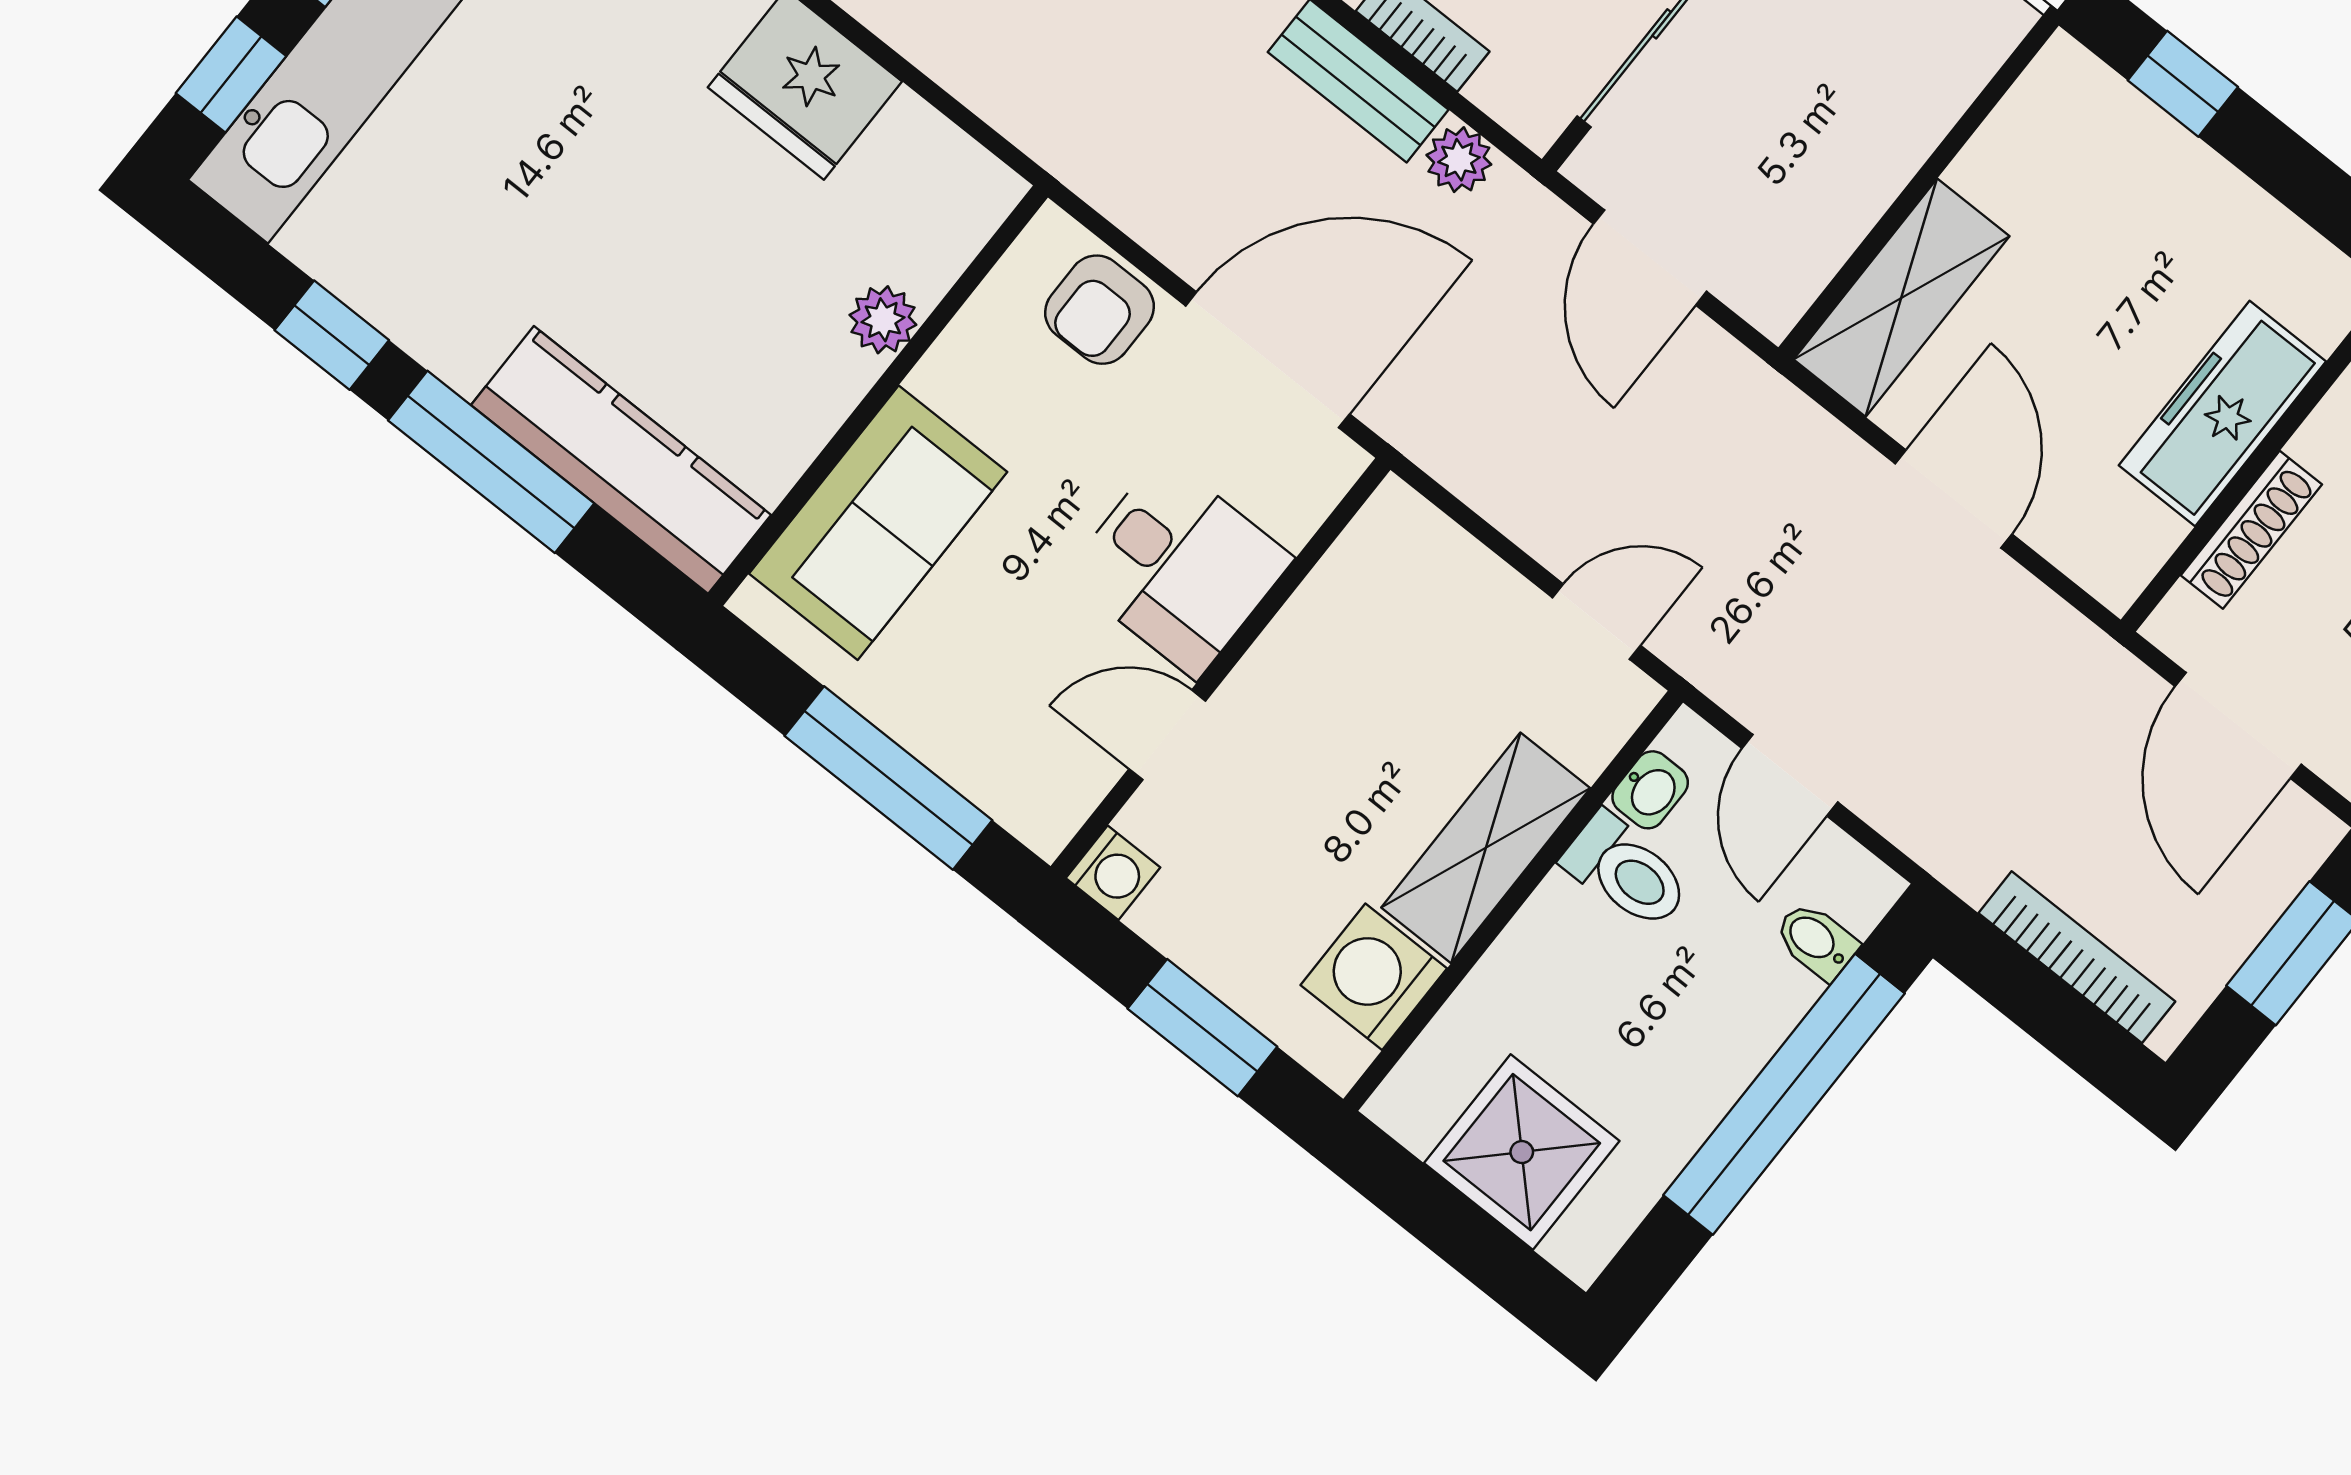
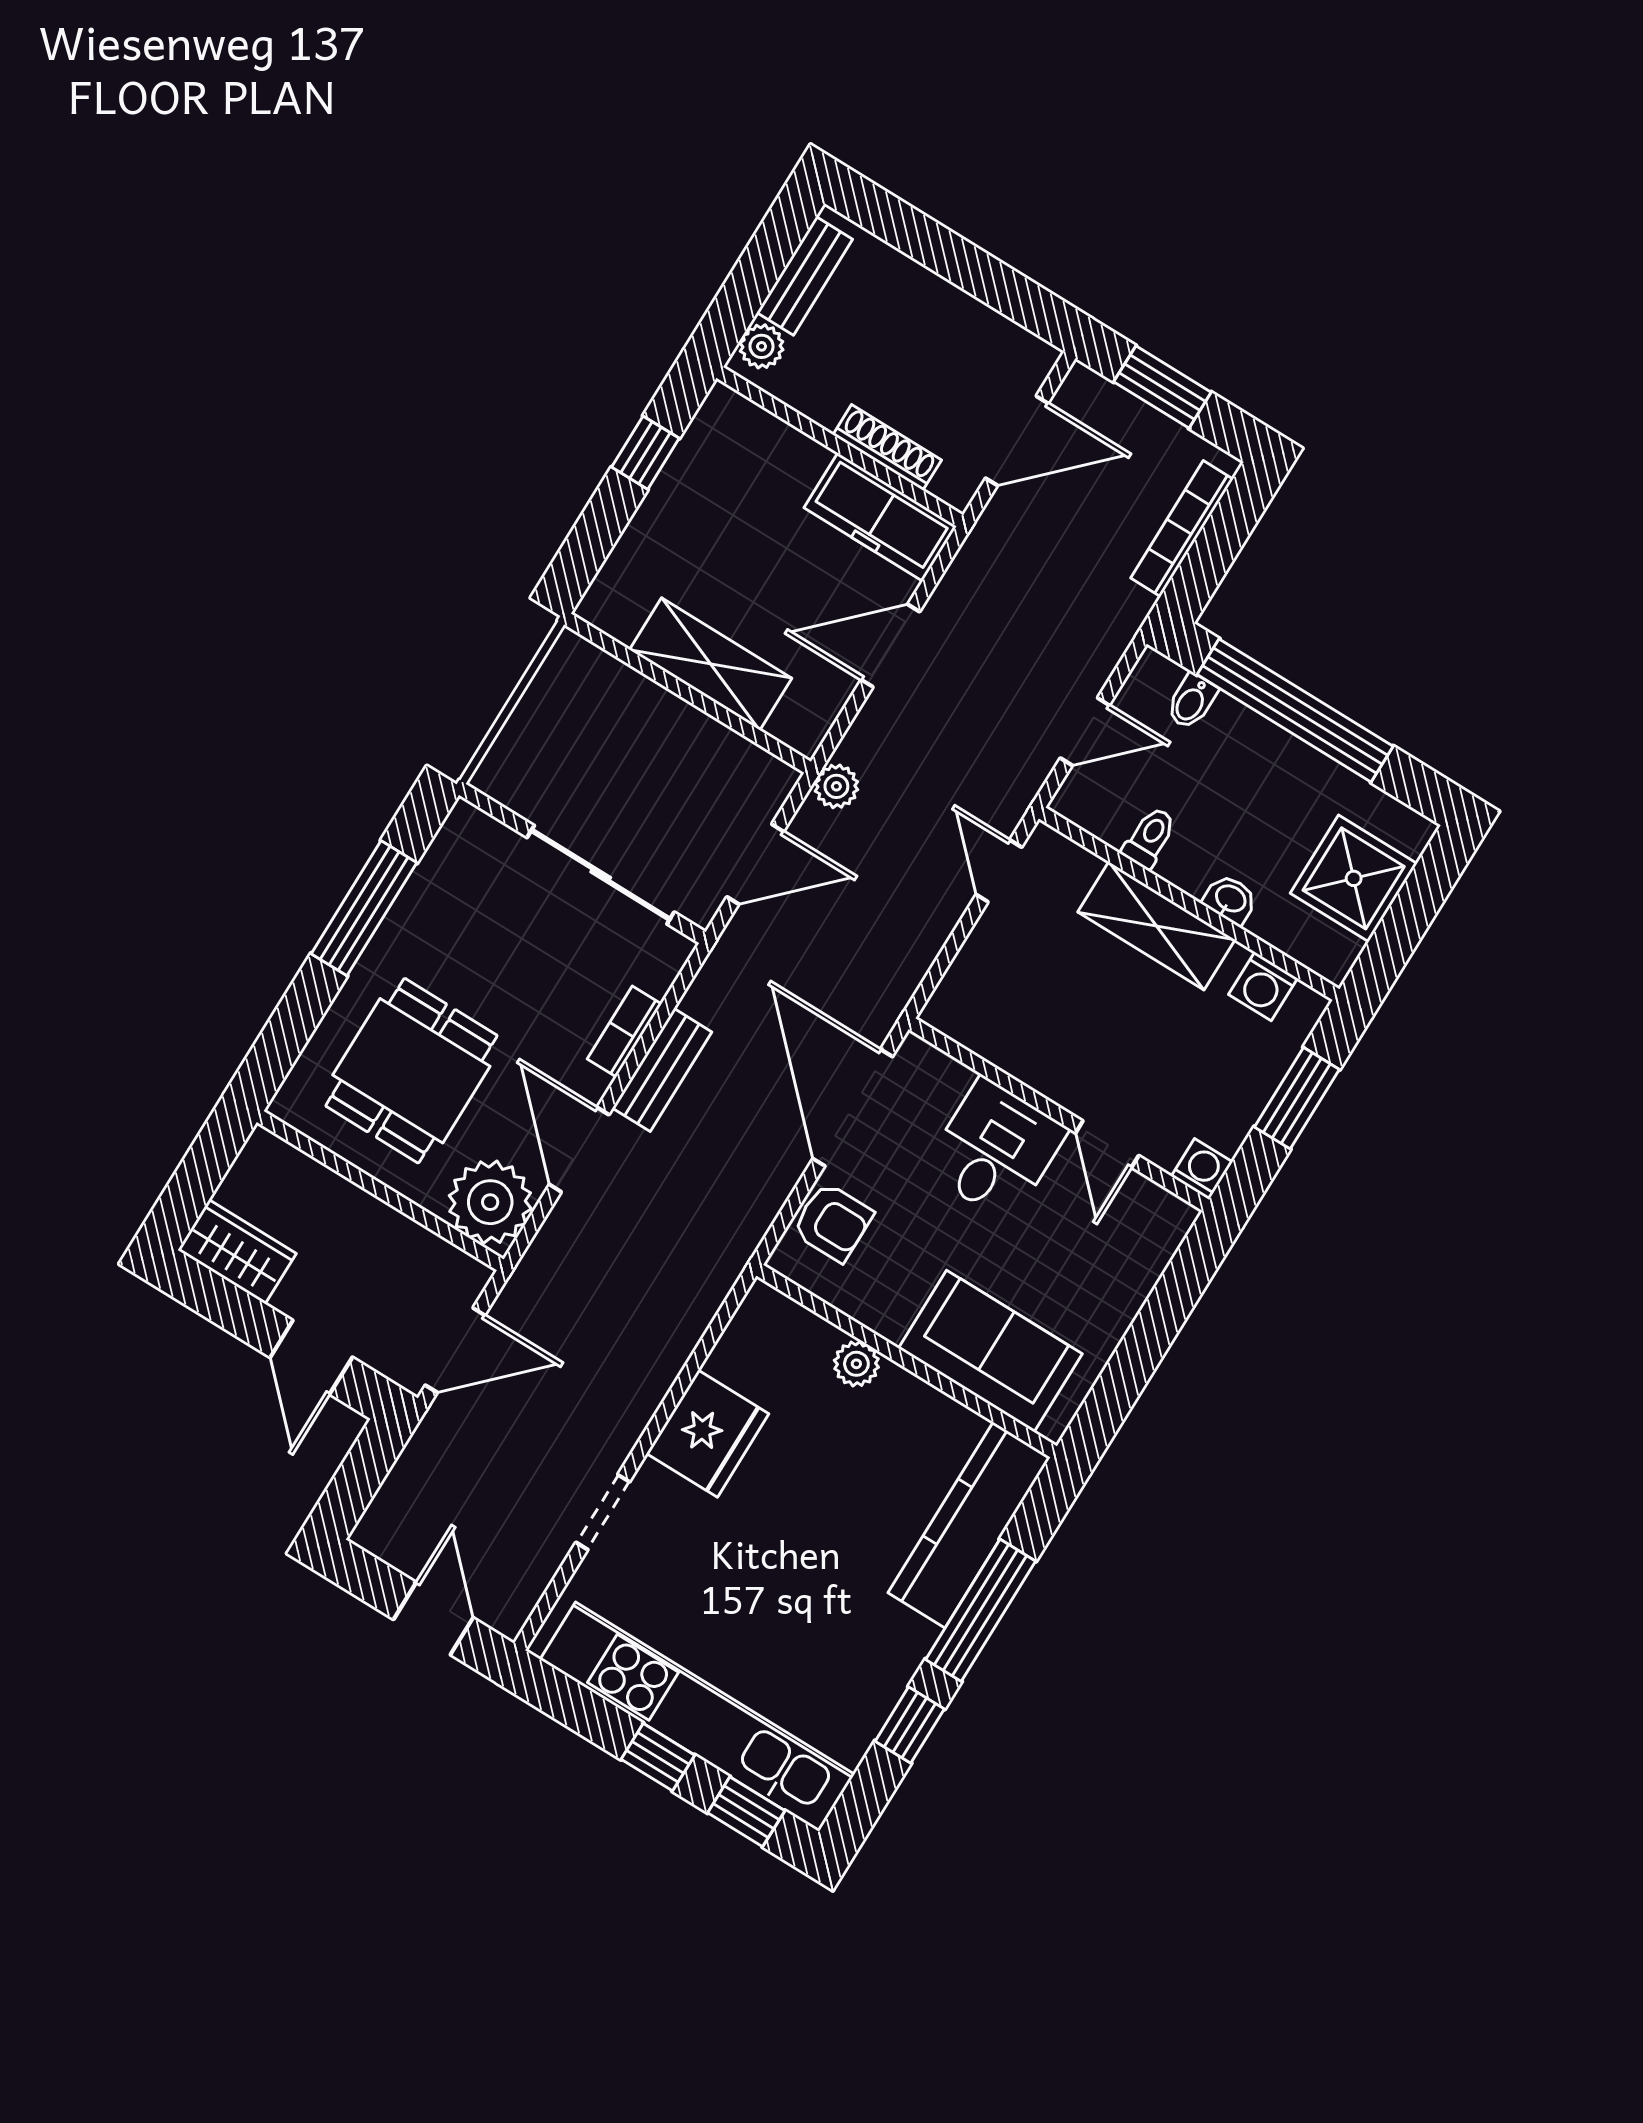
window: (2183, 84) -> (645, 453), moved
plant: (1459, 160) -> (836, 786), moved
shelving: (1901, 298) -> (711, 664), moved
freezer: (2222, 413) -> (880, 517), moved
window: (888, 778) -> (1157, 1324), removed
washbasin: (1650, 790) -> (1230, 899), moved
toilet: (1626, 872) -> (1149, 838), width x0.73, depth x0.72
washing machine: (1374, 977) -> (1263, 986), width x0.73, depth x0.73

